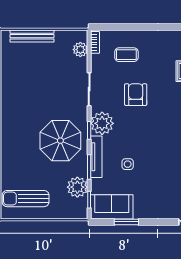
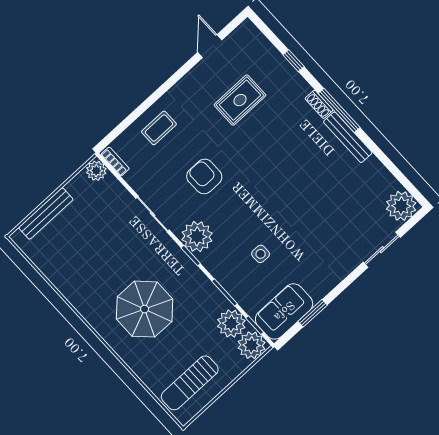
plant: (80, 50) -> (96, 171), moved
coffee table: (126, 55) -> (159, 128), moved
parasol: (60, 141) -> (145, 309), moved
tv unit: (96, 157) -> (222, 275), removed
plant: (78, 209) -> (251, 345), added

